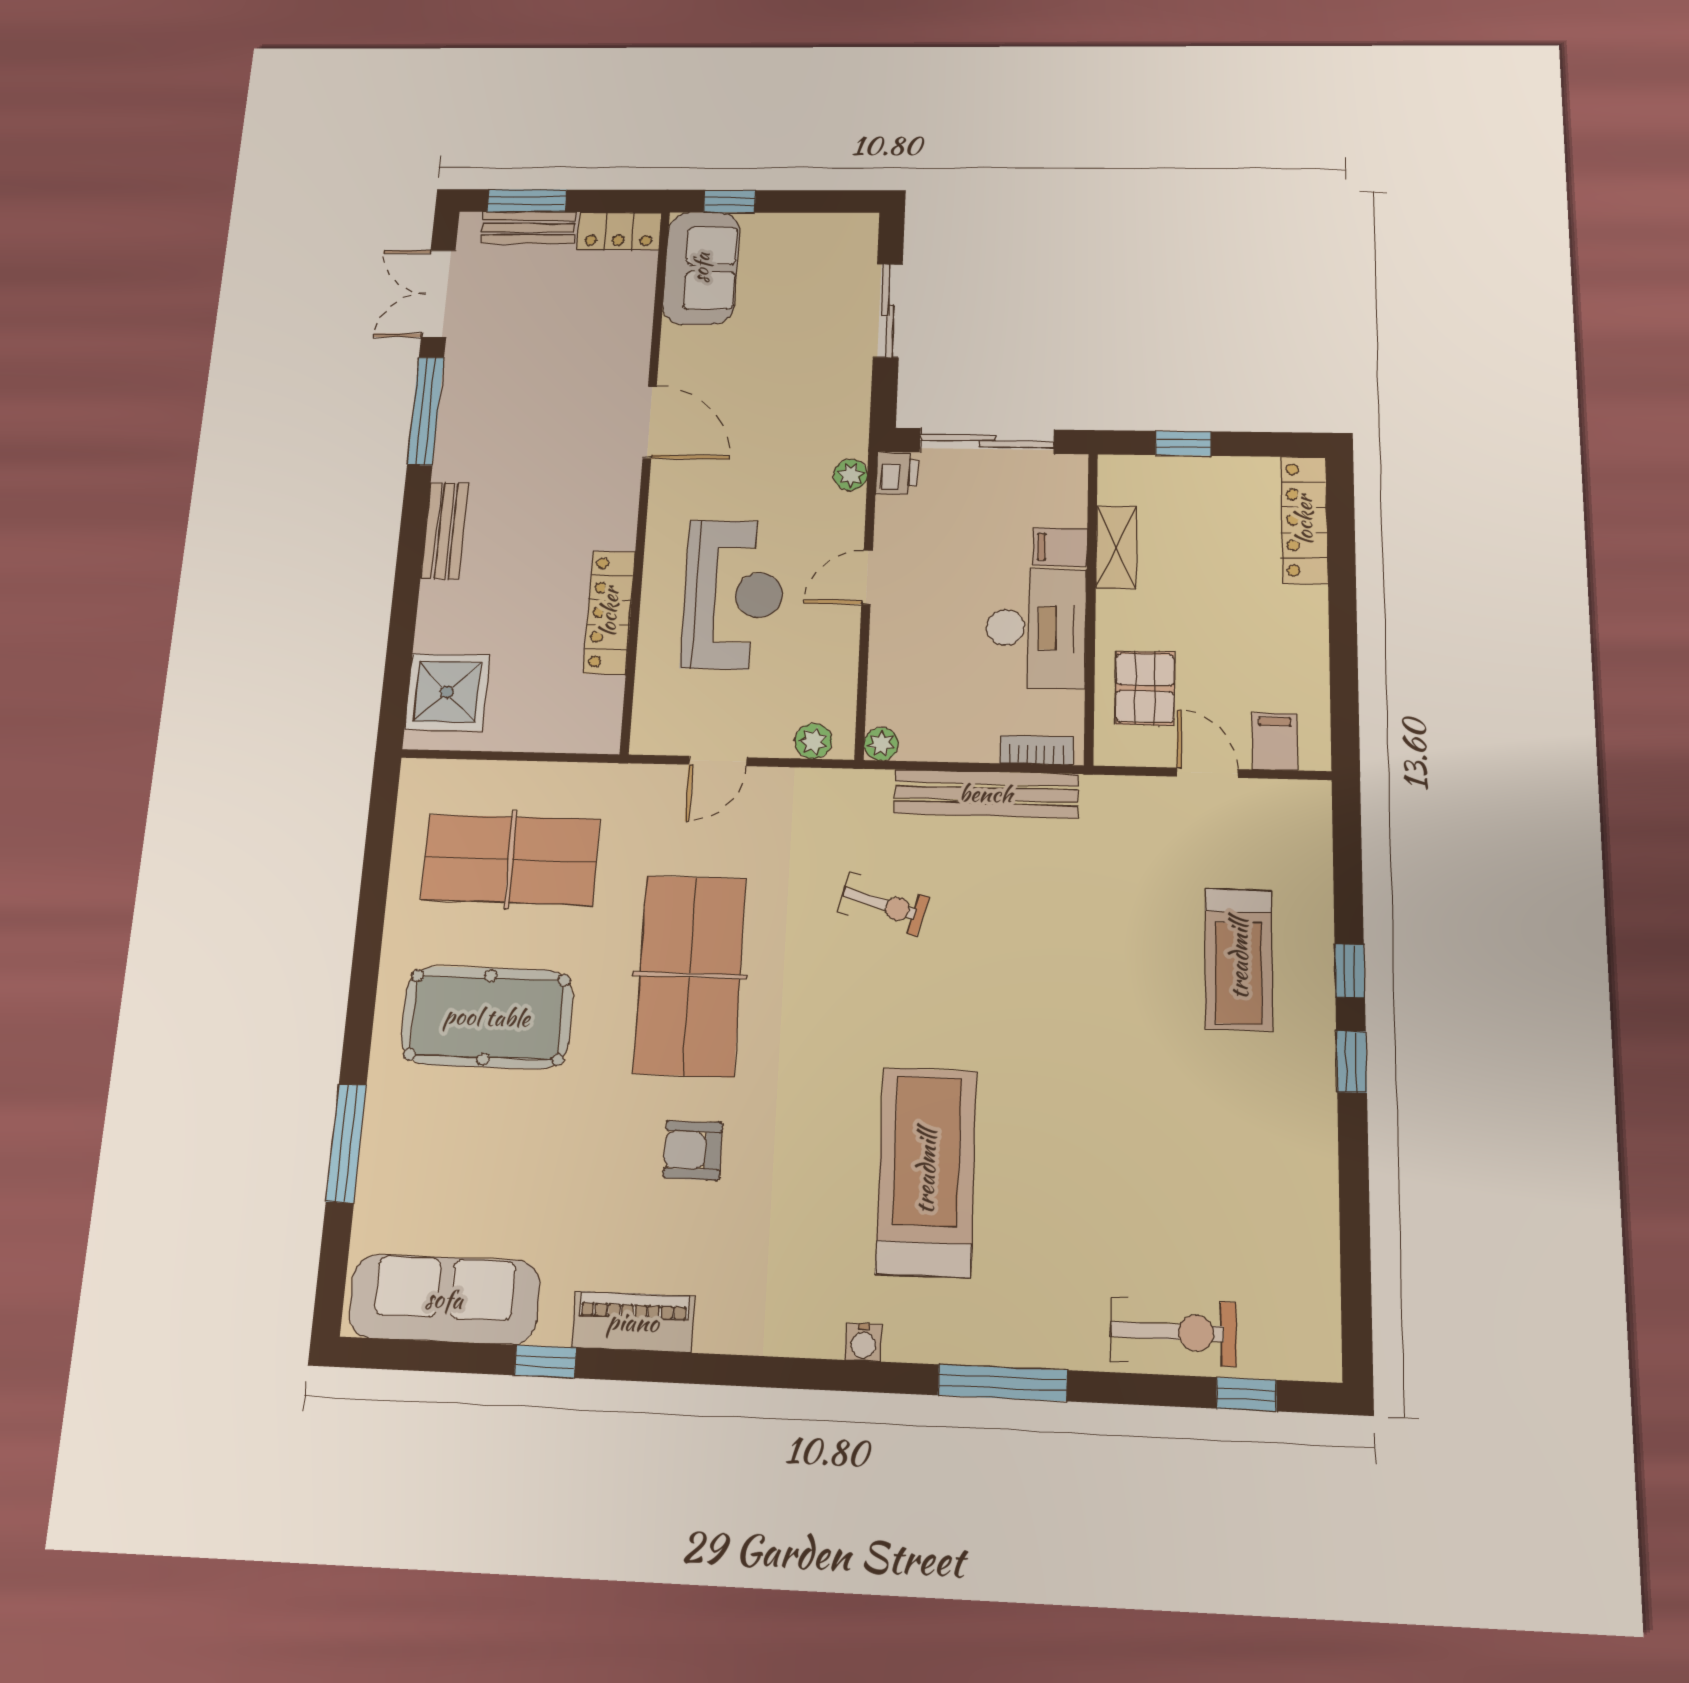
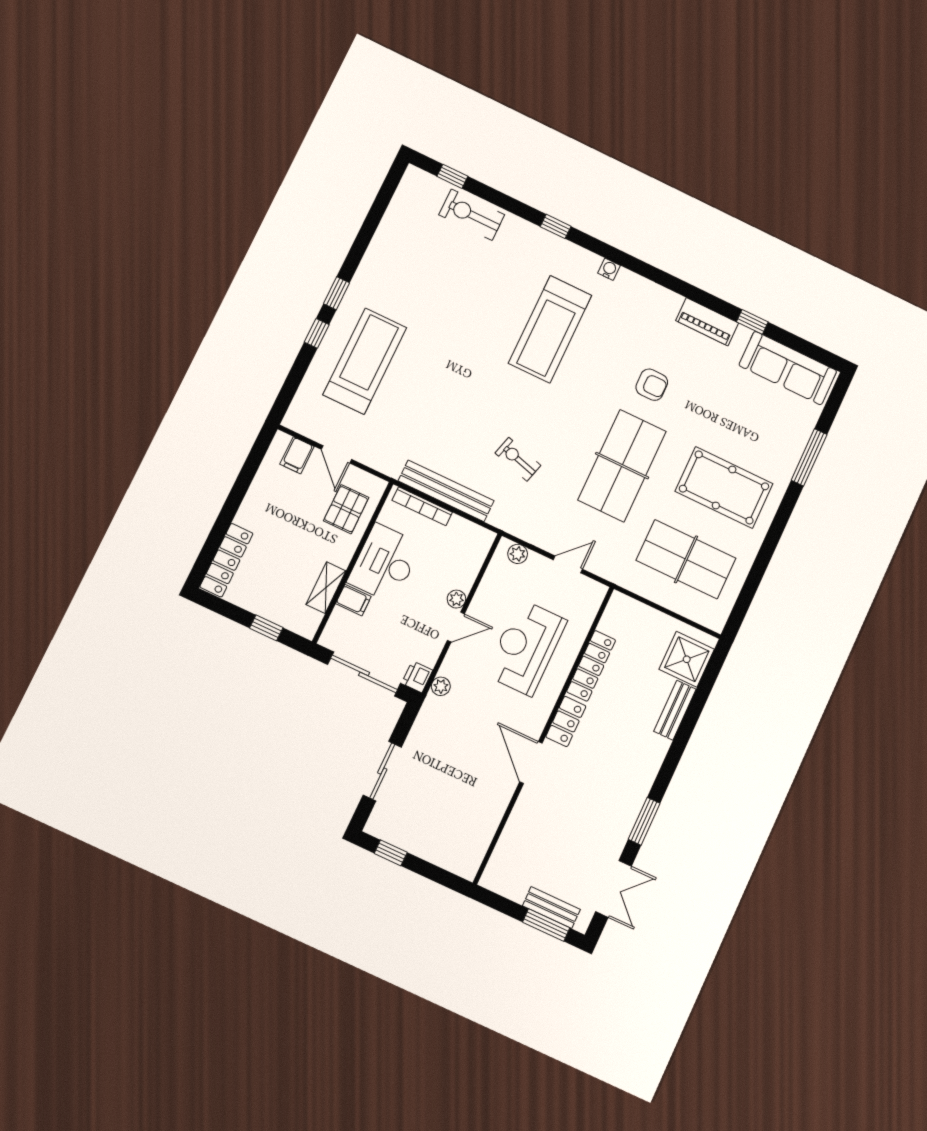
window: (730, 201) -> (391, 853), moved
locker: (619, 231) -> (566, 721), moved, turned 90
sofa: (701, 268) -> (469, 841), removed
window: (426, 411) -> (644, 821), width x0.69
bench: (445, 531) -> (675, 710), moved
plant: (881, 744) -> (456, 599), moved
bookcase: (1036, 750) -> (422, 506), width x1.56
treadmill: (1239, 959) -> (365, 361), width x1.37, depth x1.38
window: (1002, 1383) -> (556, 226), width x0.46

